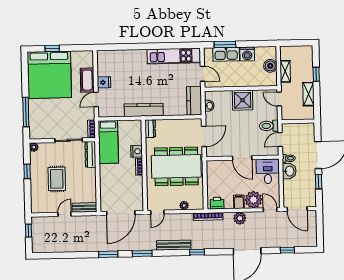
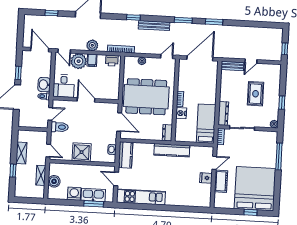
door: (204, 136) -> (119, 122), swing flipped

